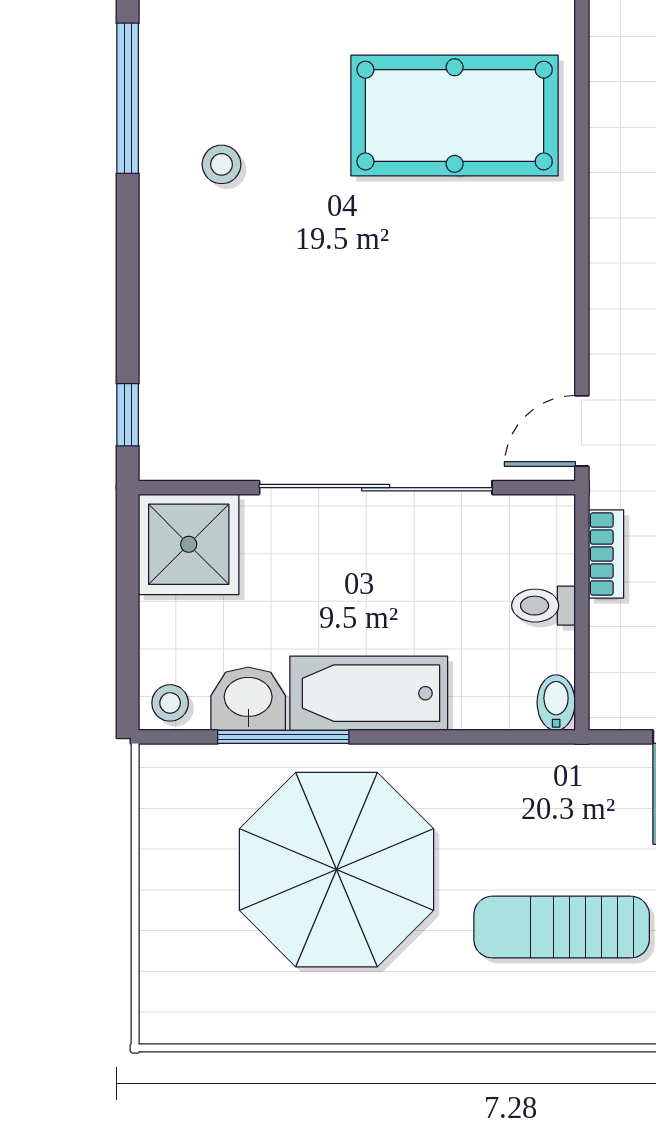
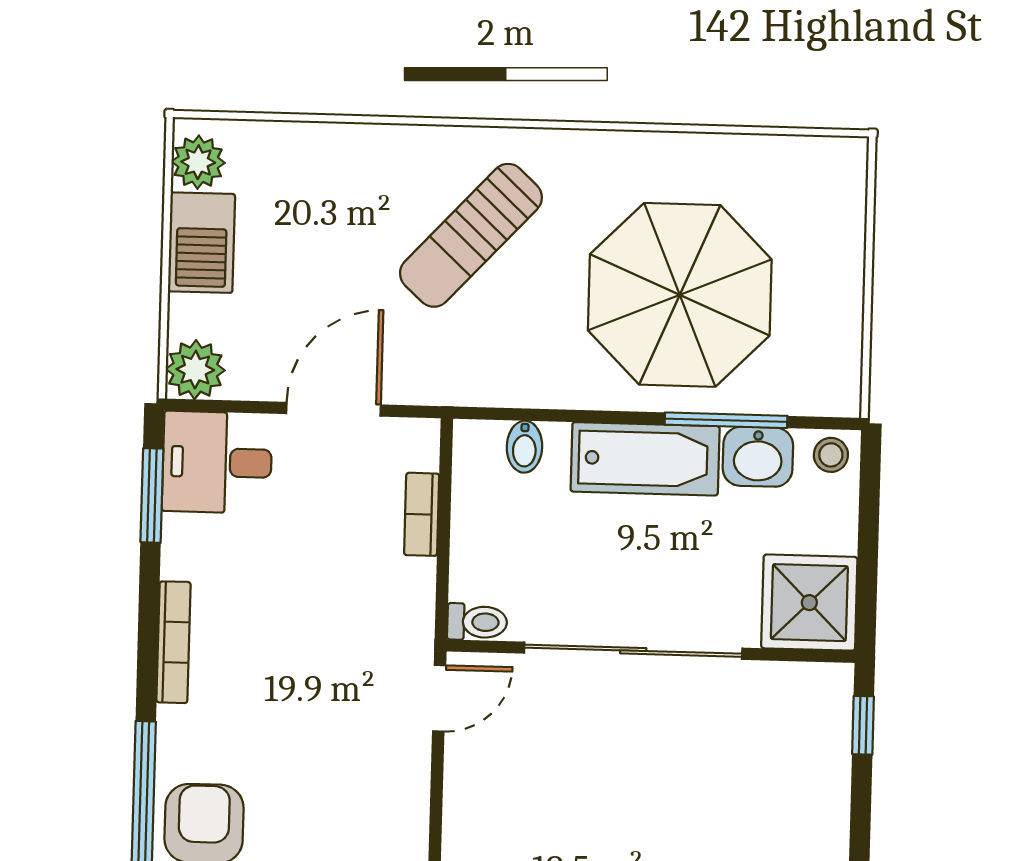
bookcase: (606, 554) -> (422, 514), moved
toilet: (543, 606) -> (477, 622), moved
bidet: (556, 703) -> (524, 447), moved
sun lounger: (562, 927) -> (471, 235), turned 133

